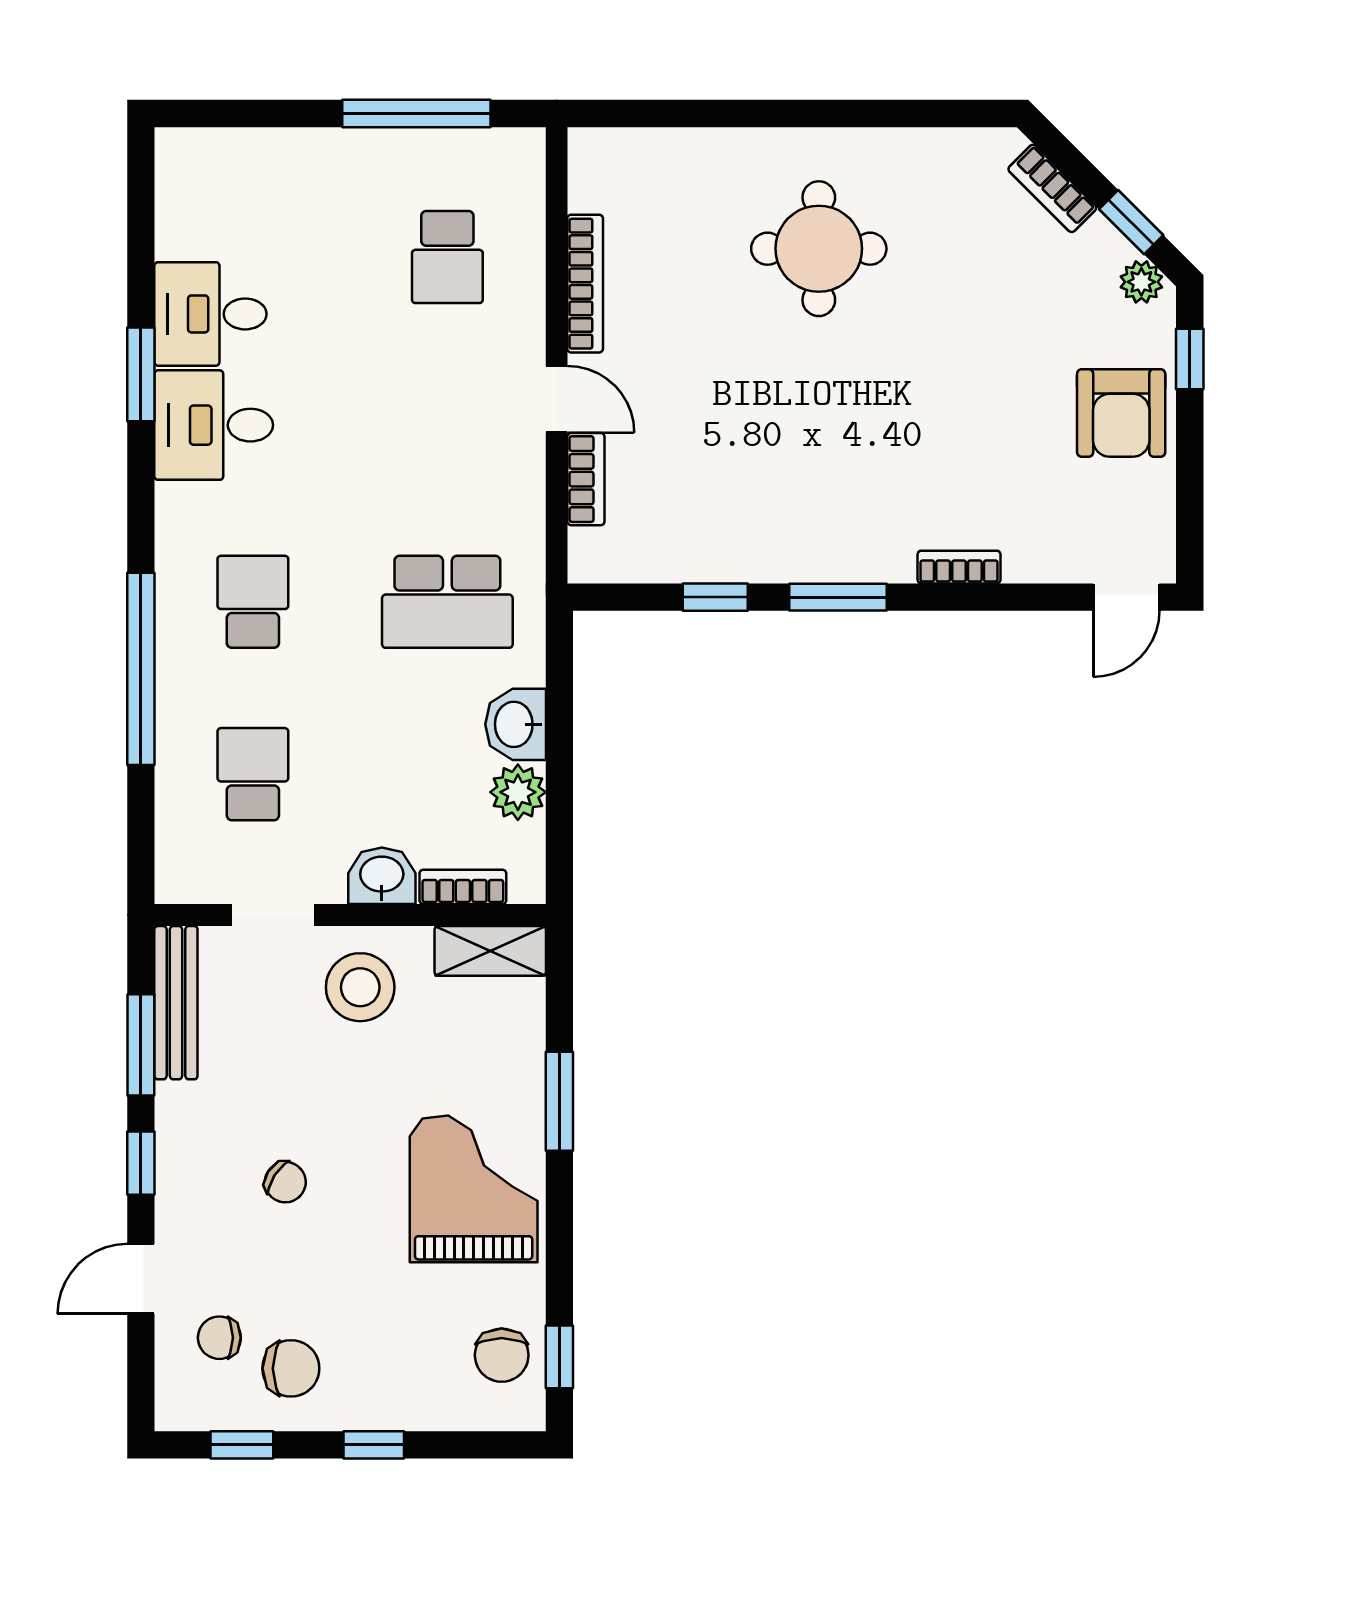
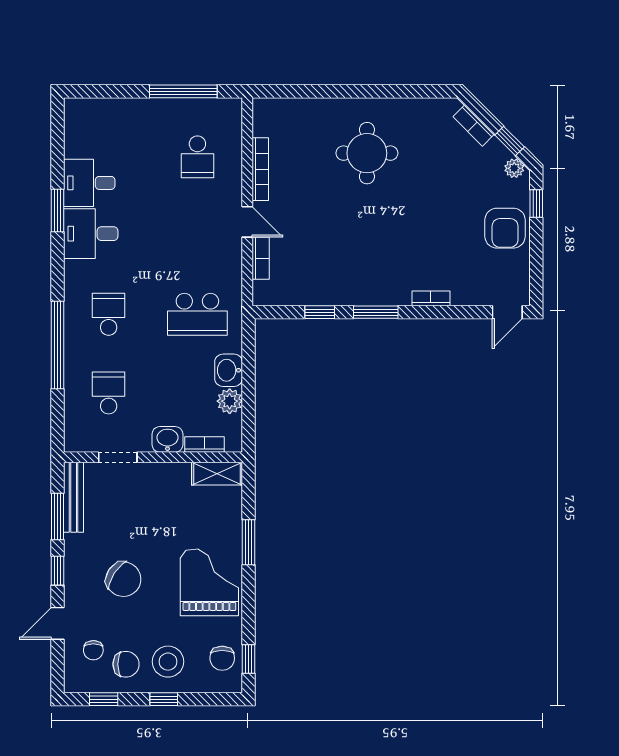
stool: (360, 987) -> (168, 662), moved
chair: (285, 1182) -> (123, 579), width x1.87, depth x1.87
chair: (219, 1338) -> (93, 650), turned -90

